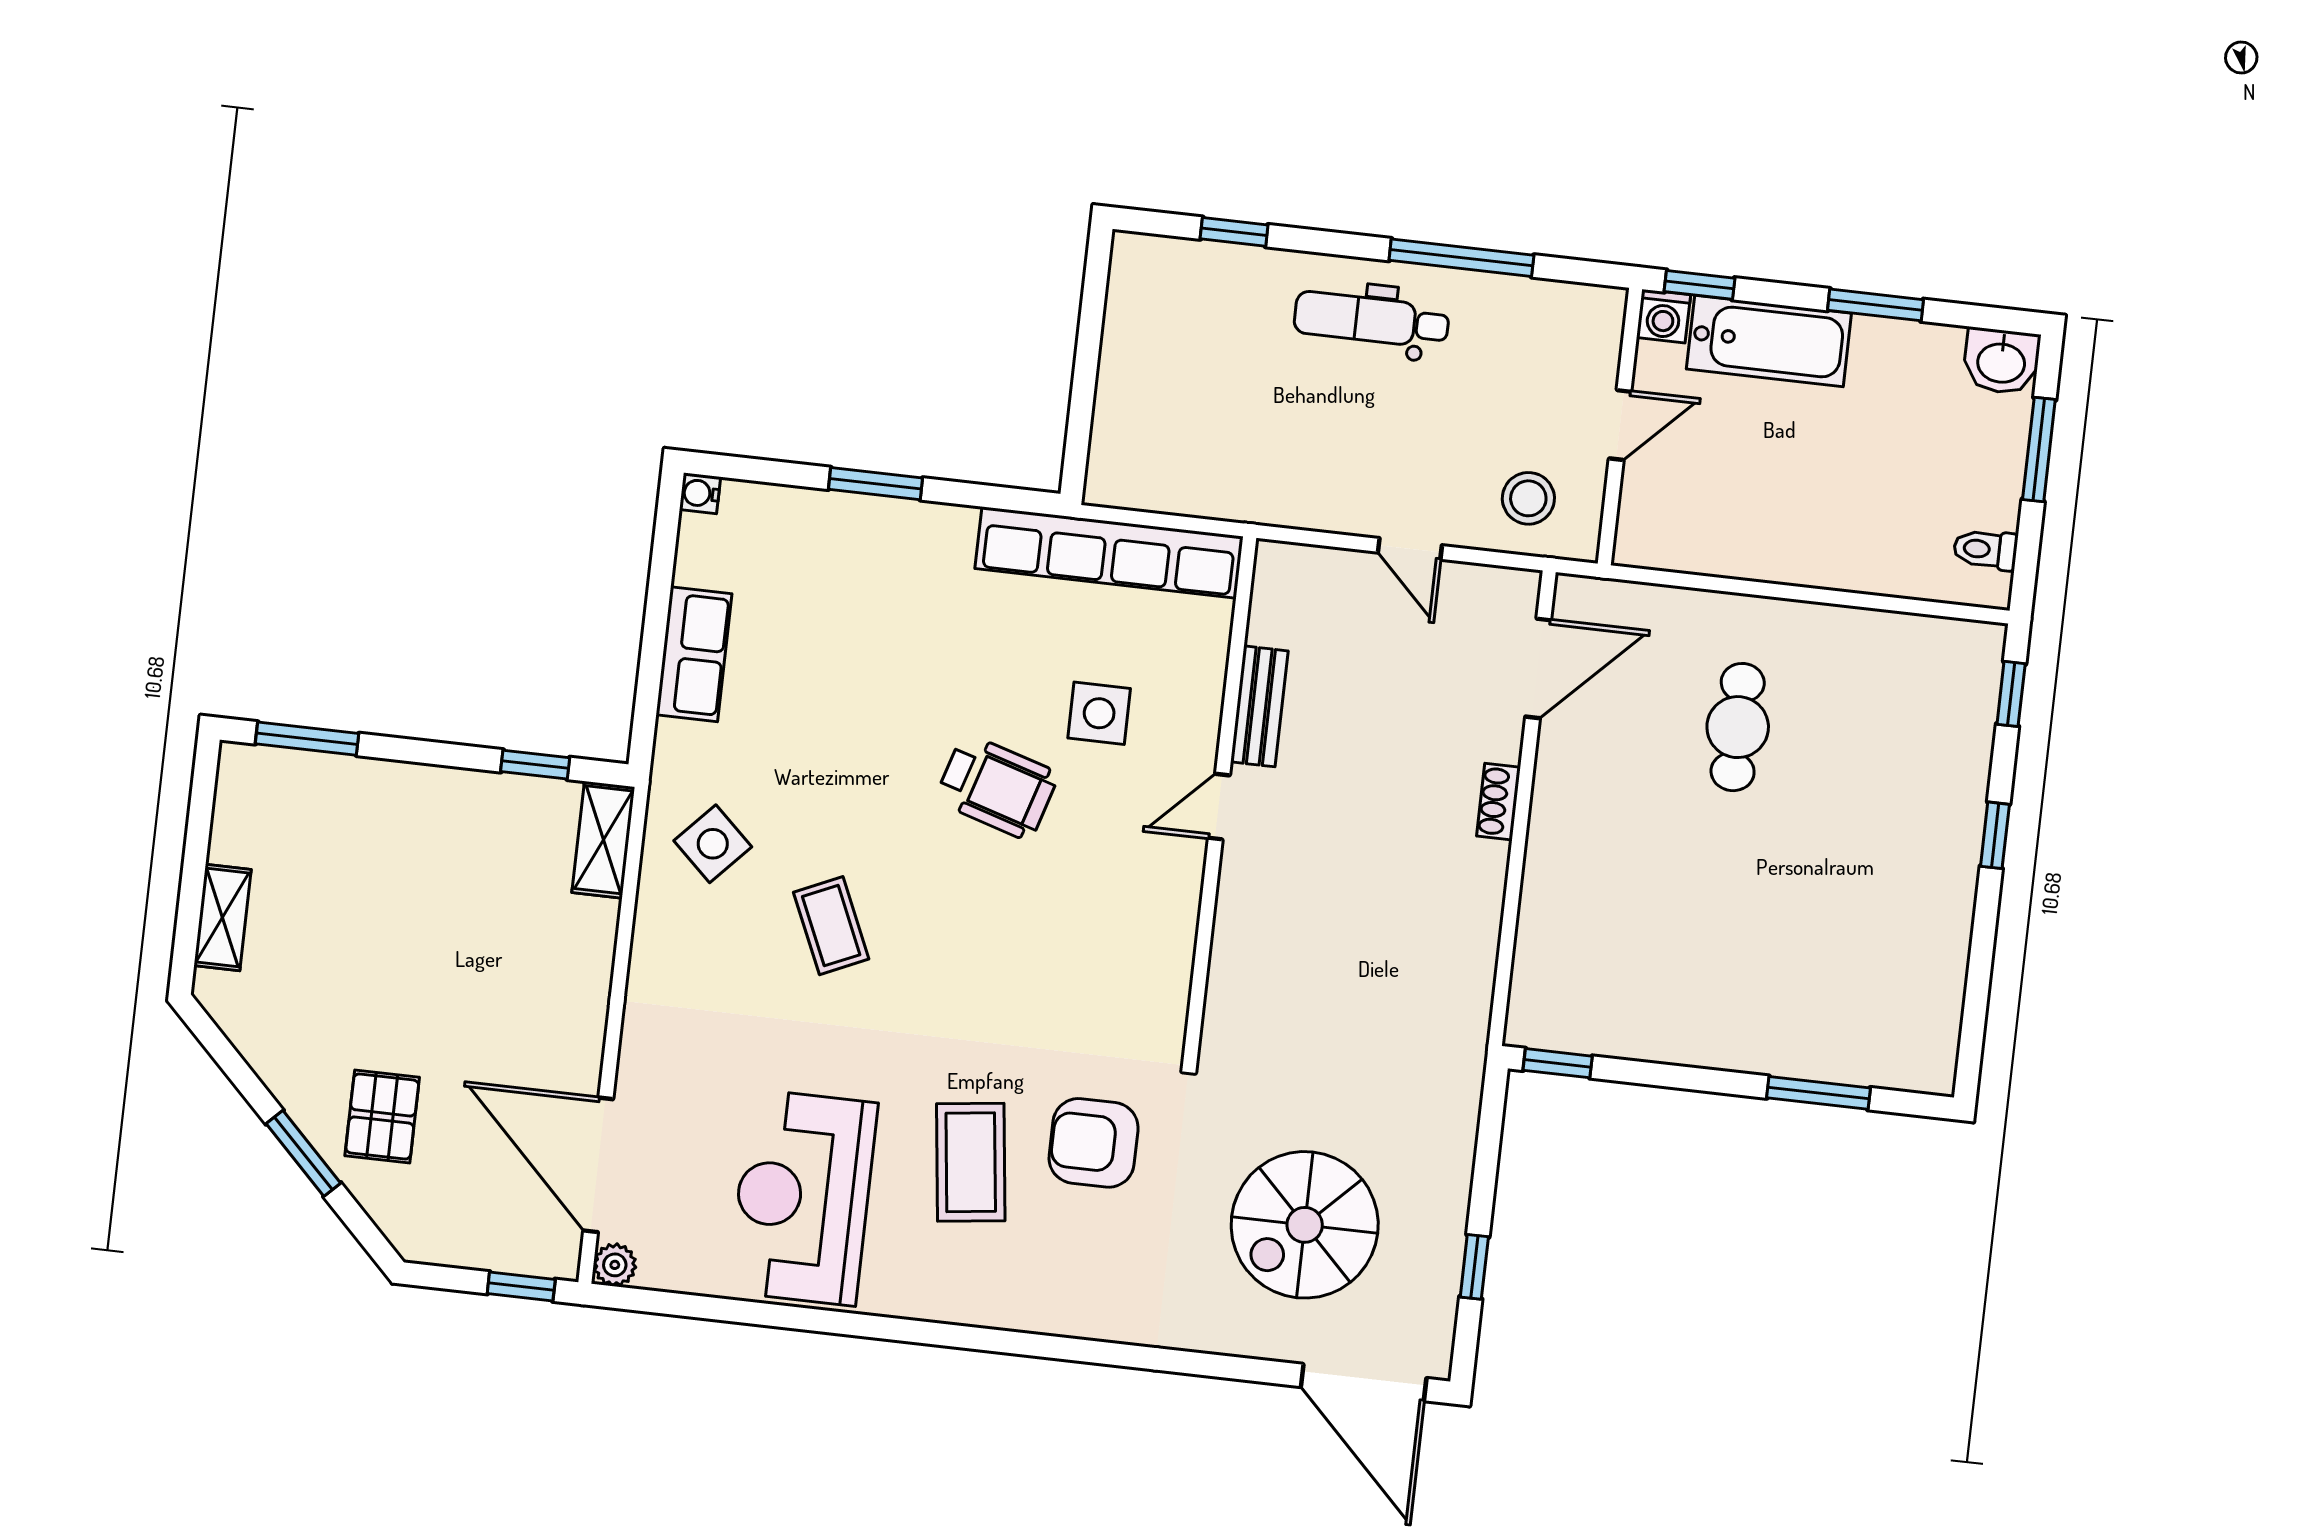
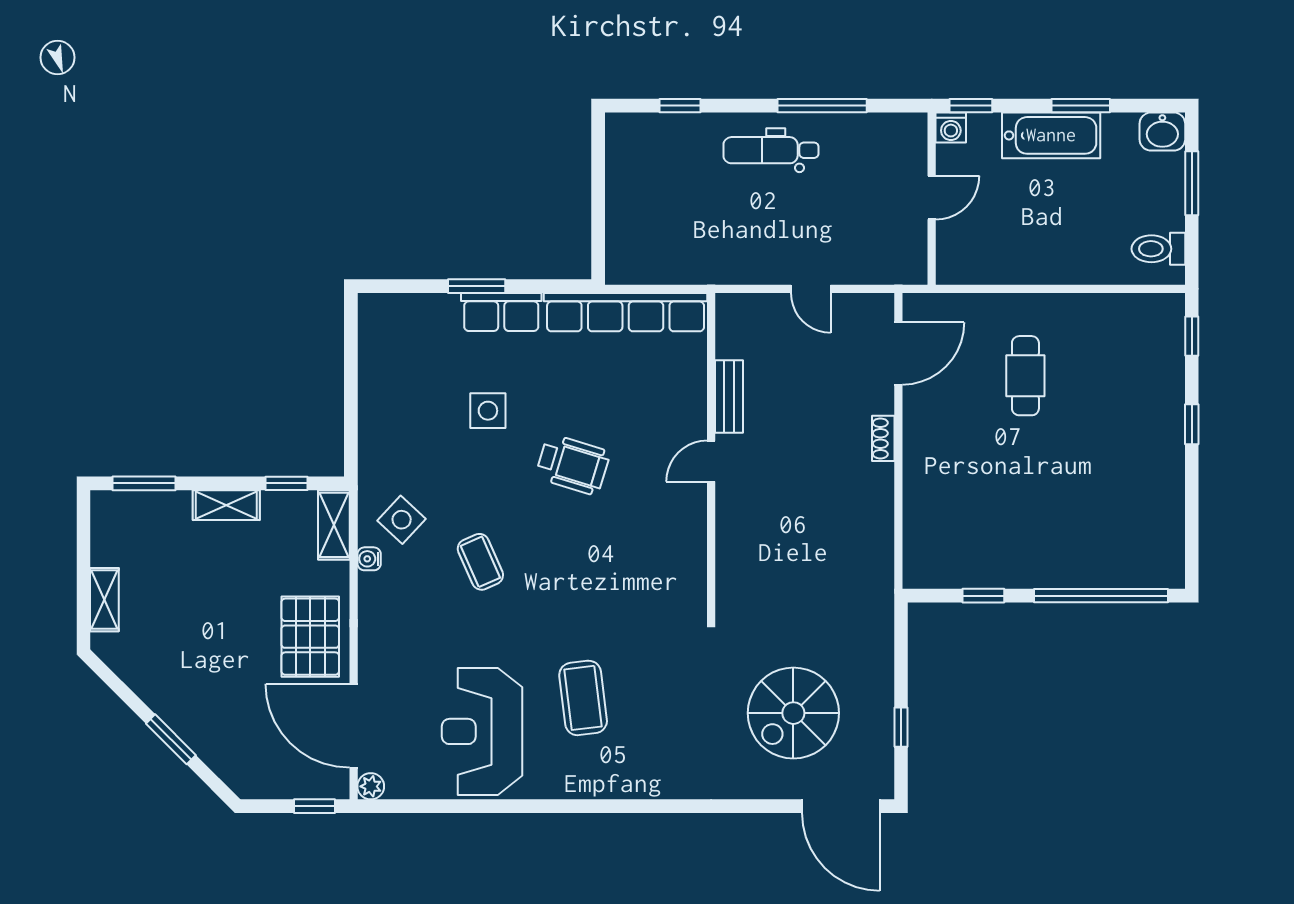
bathtub: (1769, 341) -> (1051, 135), moved
water cooler: (700, 493) -> (369, 559), moved
stool: (1528, 498) -> (880, 249), removed
toilet: (1985, 550) -> (1158, 249), width x1.37, depth x1.39
row of seats: (694, 654) -> (501, 312), moved, turned 90
side table: (1099, 713) -> (488, 411), moved
shelving: (435, 788) -> (226, 505), added
window: (1558, 1063) -> (983, 596), moved
window: (1818, 1093) -> (1101, 596), width x2.11
pallet: (382, 1116) -> (310, 637), moved, width x1.50, depth x1.42
armchair: (1094, 1143) -> (657, 677), removed

